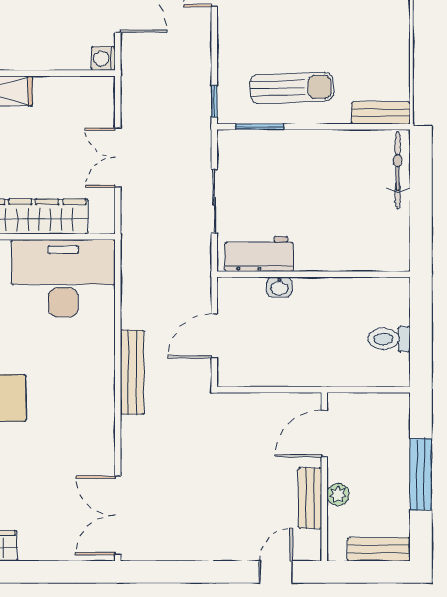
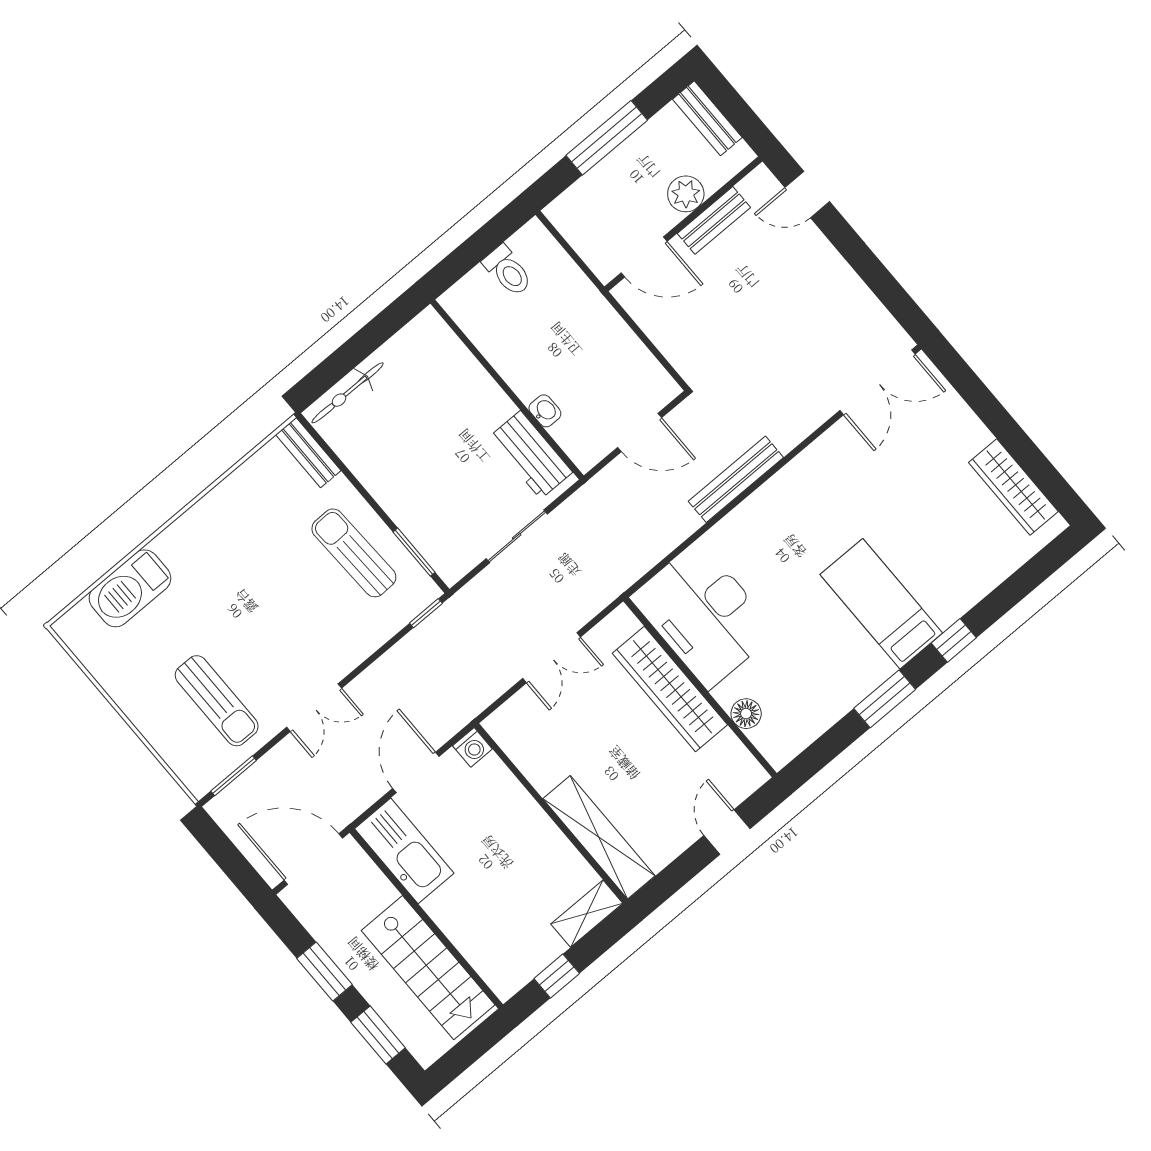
plant: (338, 495) -> (686, 194), width x1.38, depth x1.38

